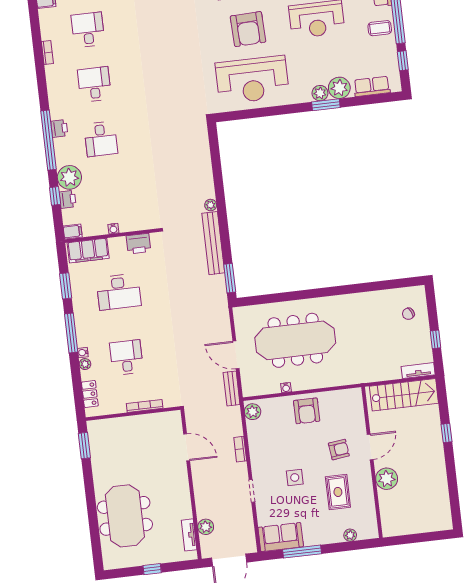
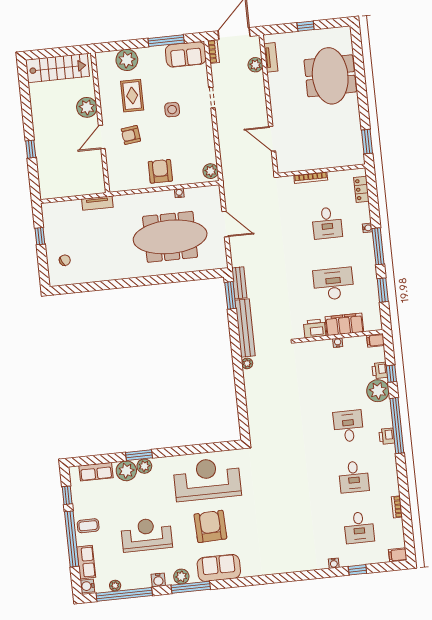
filing cabinet: (88, 251) -> (344, 324), moved
plant: (85, 364) -> (366, 217), removed
tv unit: (418, 371) -> (97, 203), moved
bench: (232, 388) -> (239, 283), moved
stairs: (404, 395) -> (57, 68), moved, turned 180
bookcase: (240, 449) -> (213, 52), moved
plant: (350, 535) -> (127, 60), width x1.88, depth x1.88

